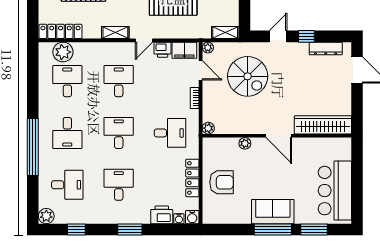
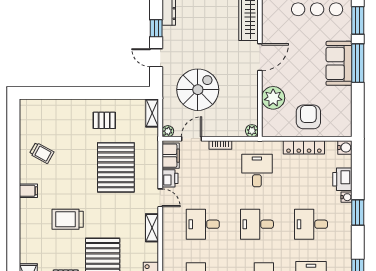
plant: (245, 143) -> (273, 98), width x1.87, depth x1.87
water cooler: (179, 219) -> (346, 197), moved

